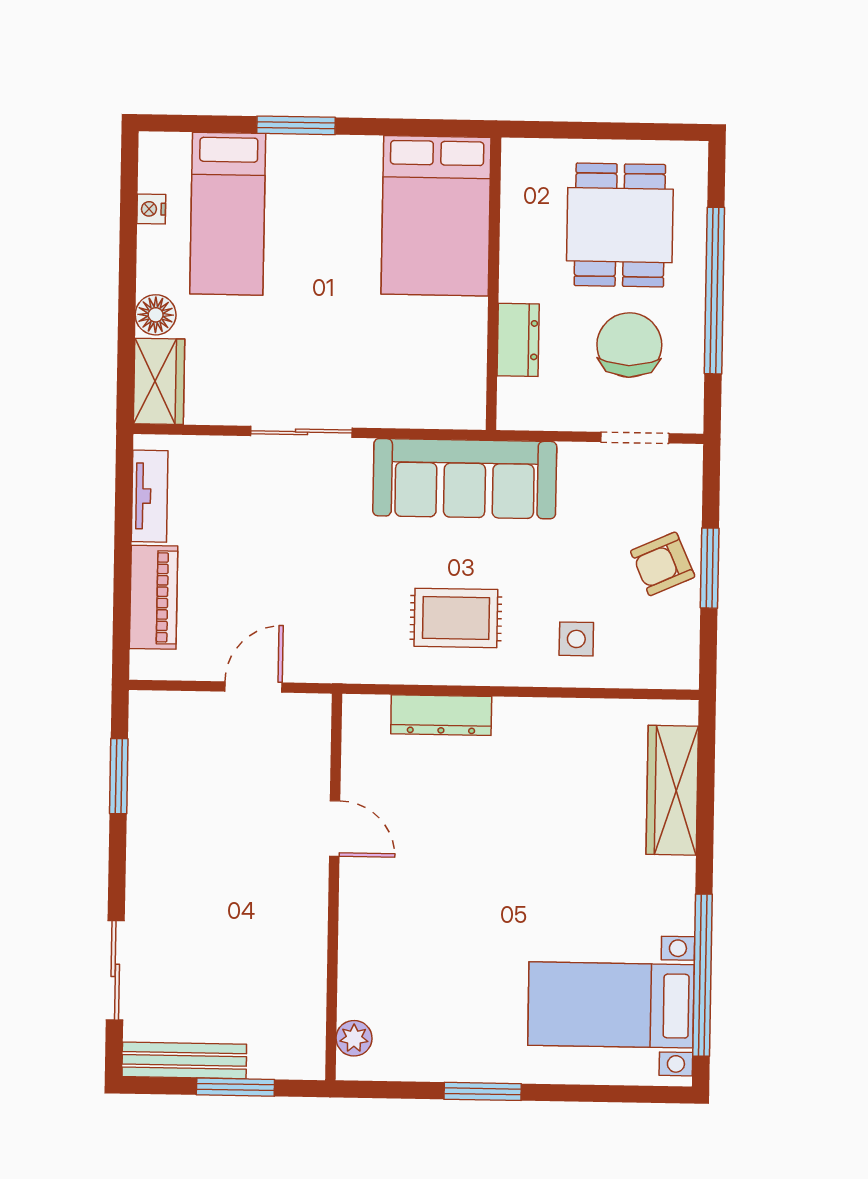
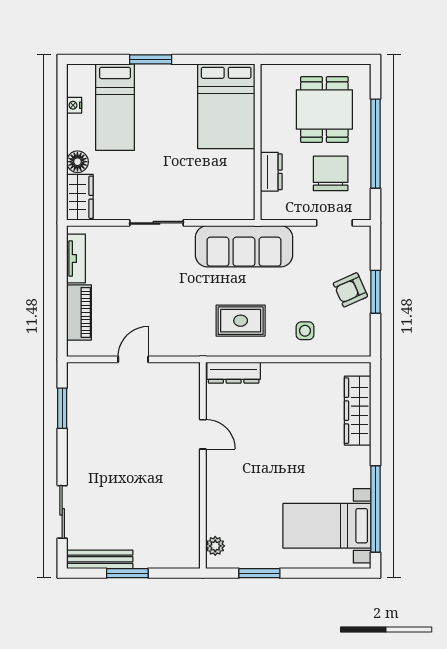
door: (335, 829) -> (203, 434), moved
wall: (334, 887) -> (203, 465), moved
plant: (354, 1038) -> (215, 546), moved

